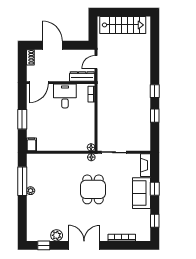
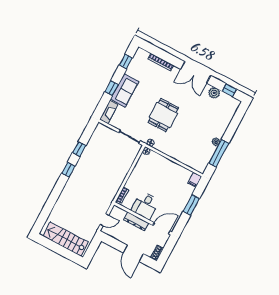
dresser: (82, 76) -> (136, 221), moved

